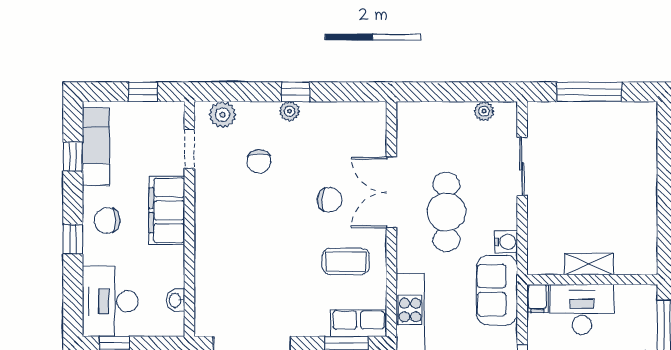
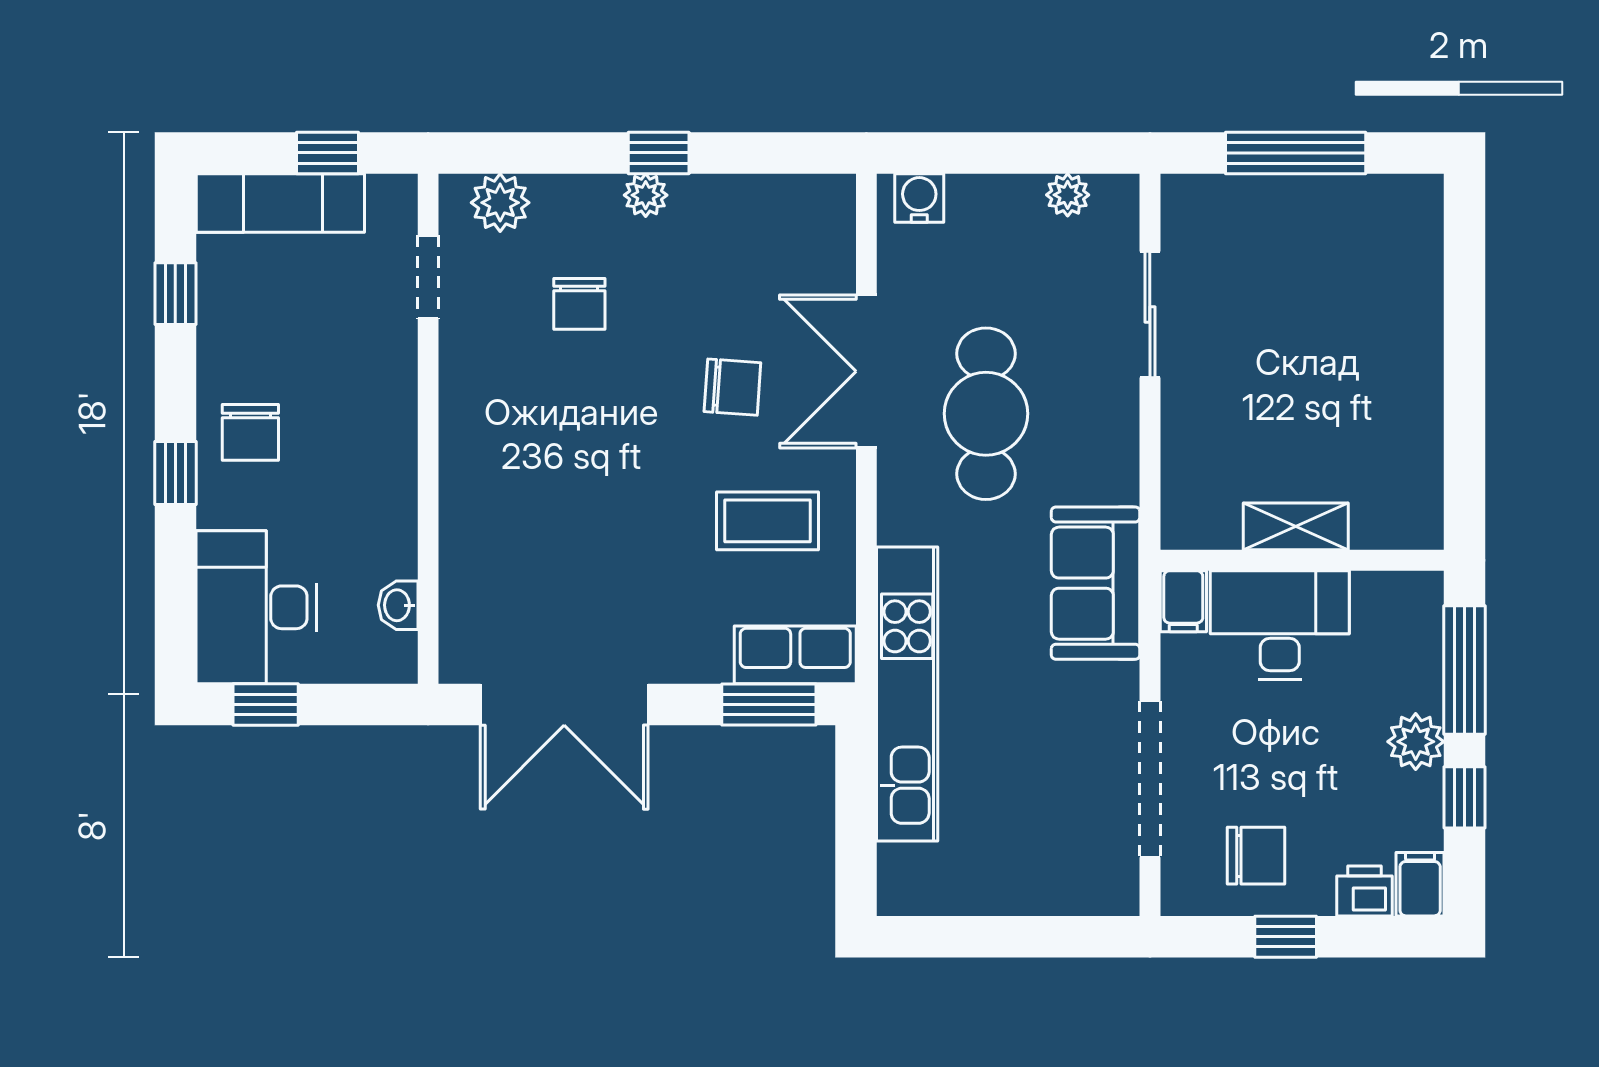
exam couch: (96, 146) -> (280, 203), moved, turned 90
filing cabinet: (167, 210) -> (379, 410), removed
chair: (107, 221) -> (250, 432), turned -90
water cooler: (506, 242) -> (919, 198), moved, turned -90

